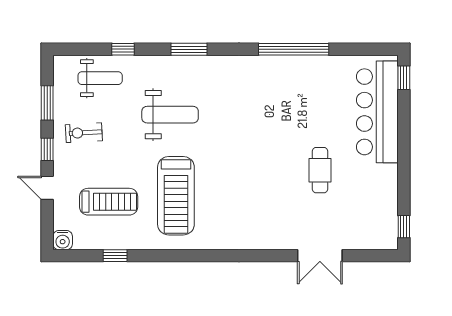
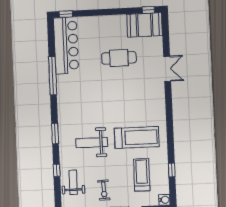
bar counter: (377, 112) -> (66, 45), moved, turned -90
weight bench: (170, 115) -> (92, 143), turned -90
cafe table: (320, 170) -> (119, 58), width x1.37, depth x1.35
booth: (377, 219) -> (145, 25), added
double door: (320, 256) -> (167, 69), moved

